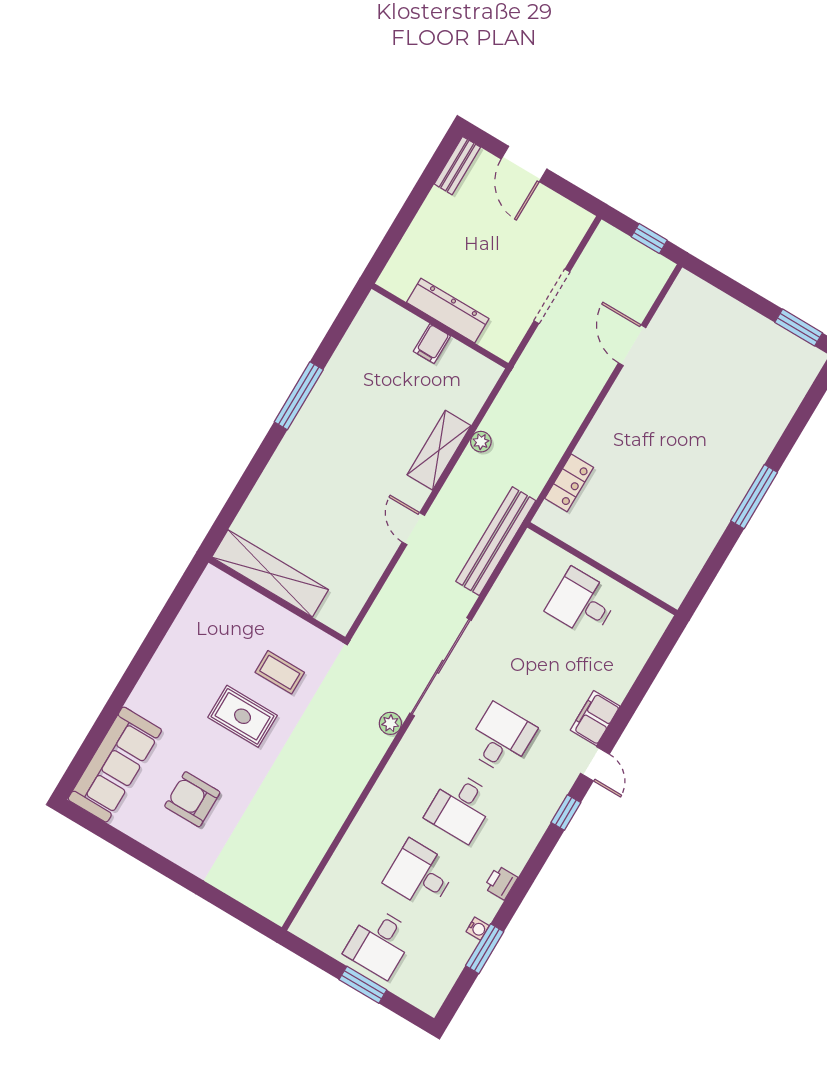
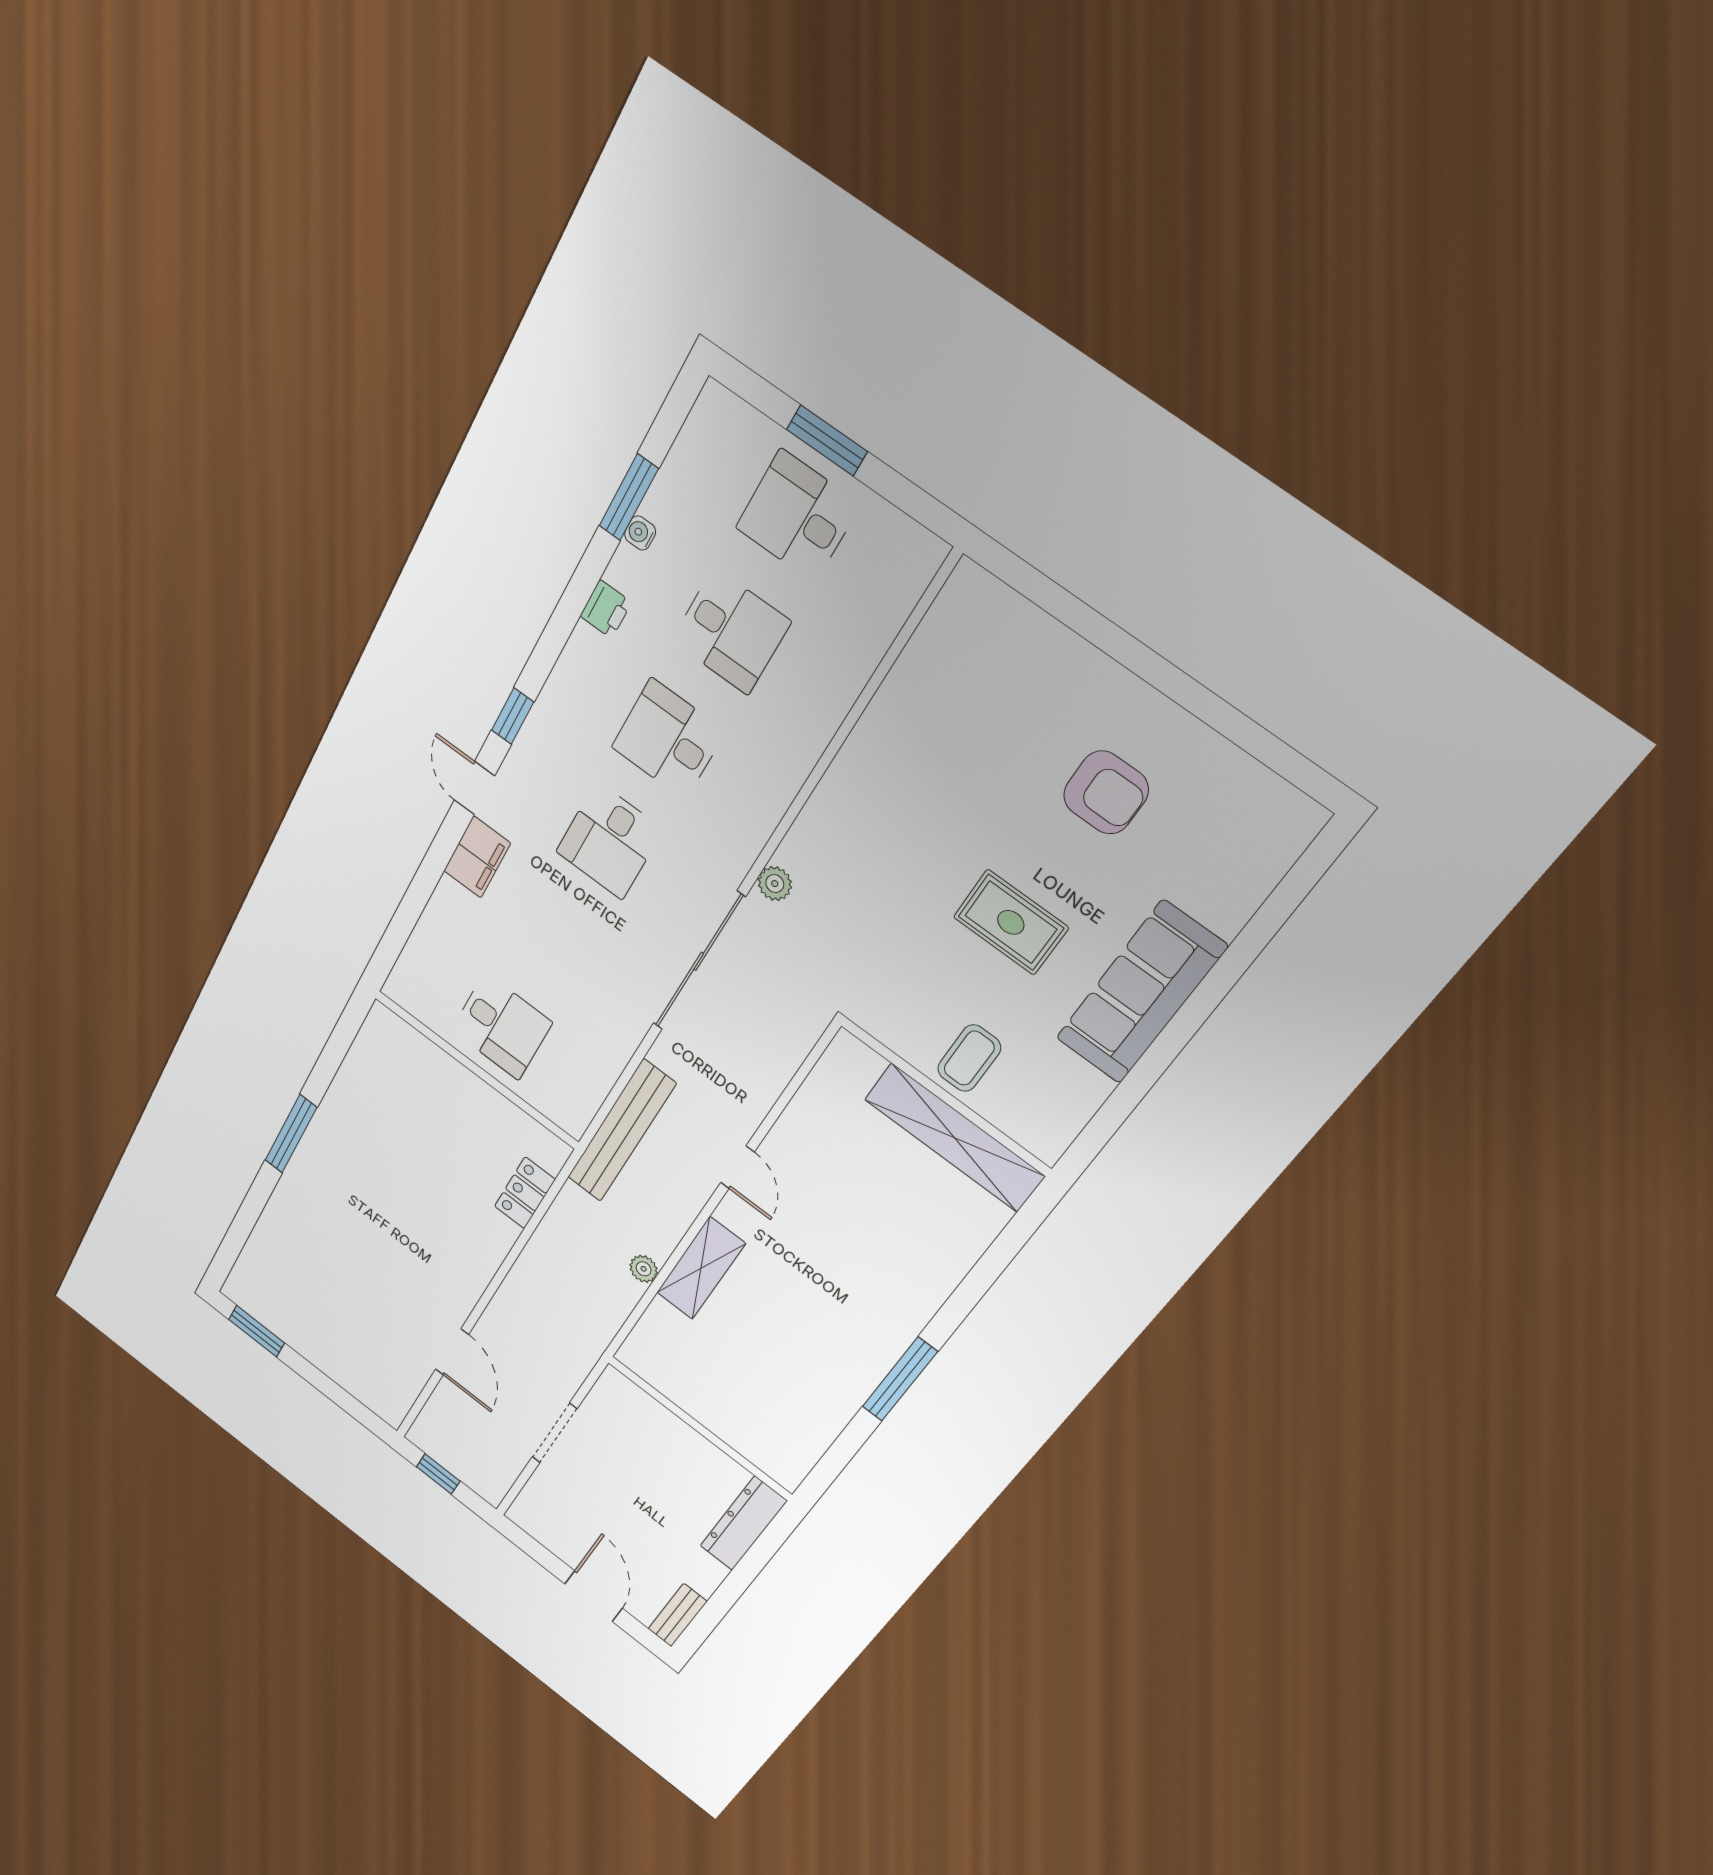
dresser: (448, 311) -> (743, 1523), moved, turned 90
filing cabinet: (432, 344) -> (711, 1408), removed
coffee table: (280, 672) -> (969, 1058), moved, turned 90
sofa: (115, 765) -> (1141, 993), moved
desk: (460, 807) -> (668, 739), turned -90
desk: (379, 943) -> (798, 516), turned -90

